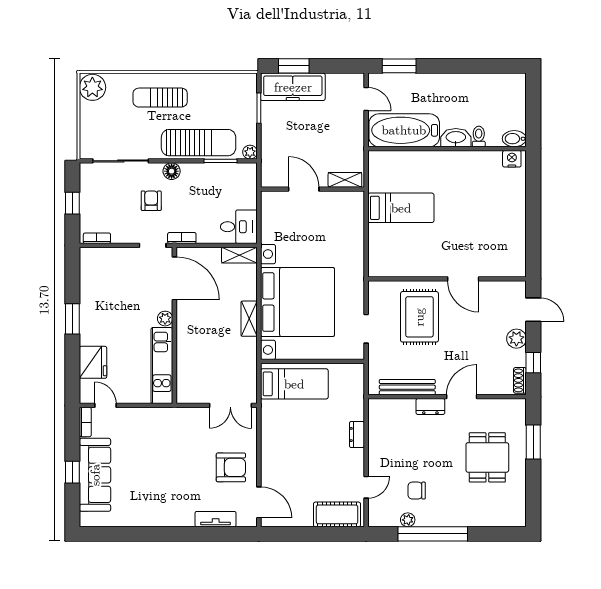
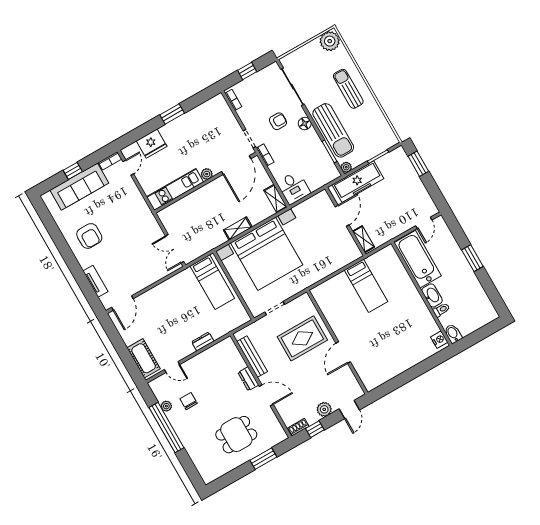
window: (399, 66) -> (472, 258), moved
freezer: (293, 87) -> (358, 182), moved, turned -90
armchair: (231, 467) -> (89, 236), moved

